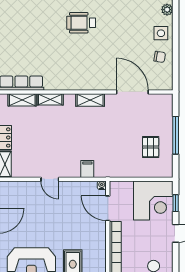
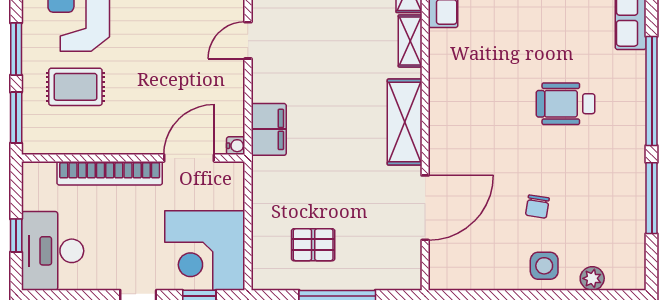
wheelchair: (81, 23) -> (565, 104), turned -90
chair: (160, 57) -> (537, 207), moved
shelving: (90, 100) -> (405, 122), width x1.50, depth x1.33
filing cabinet: (87, 169) -> (269, 129), width x2.00

